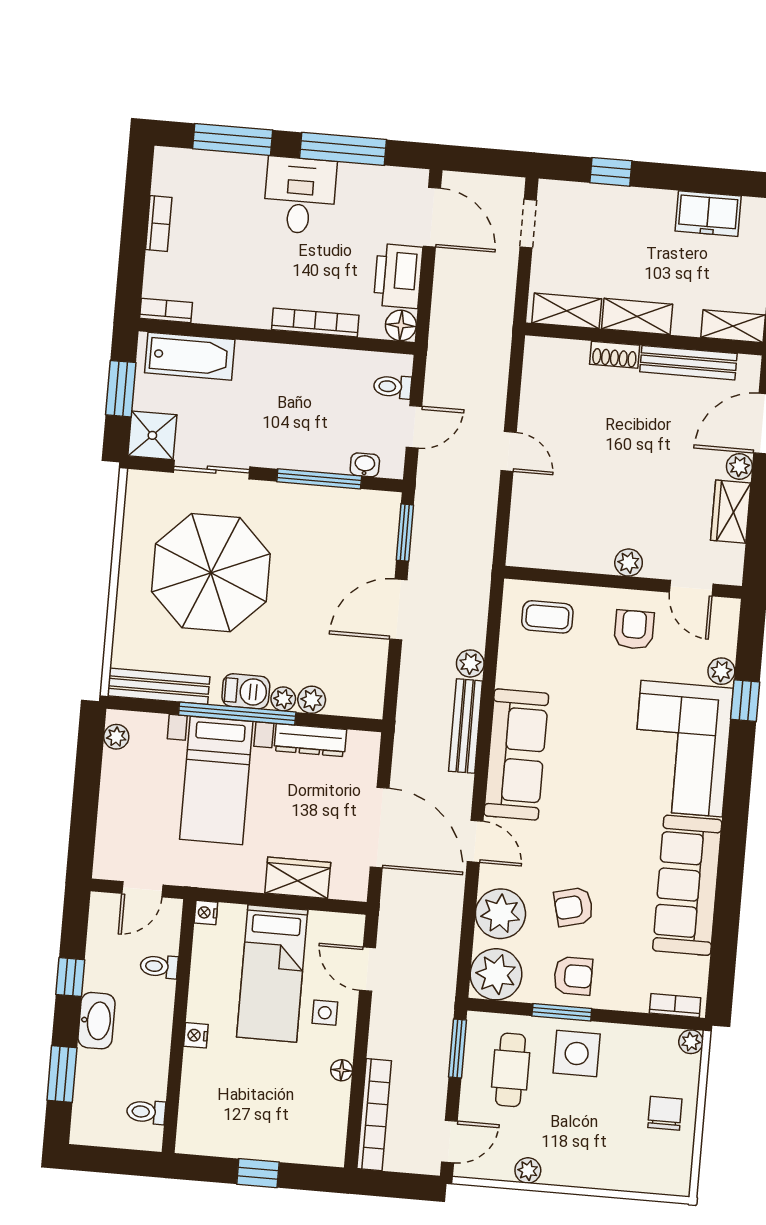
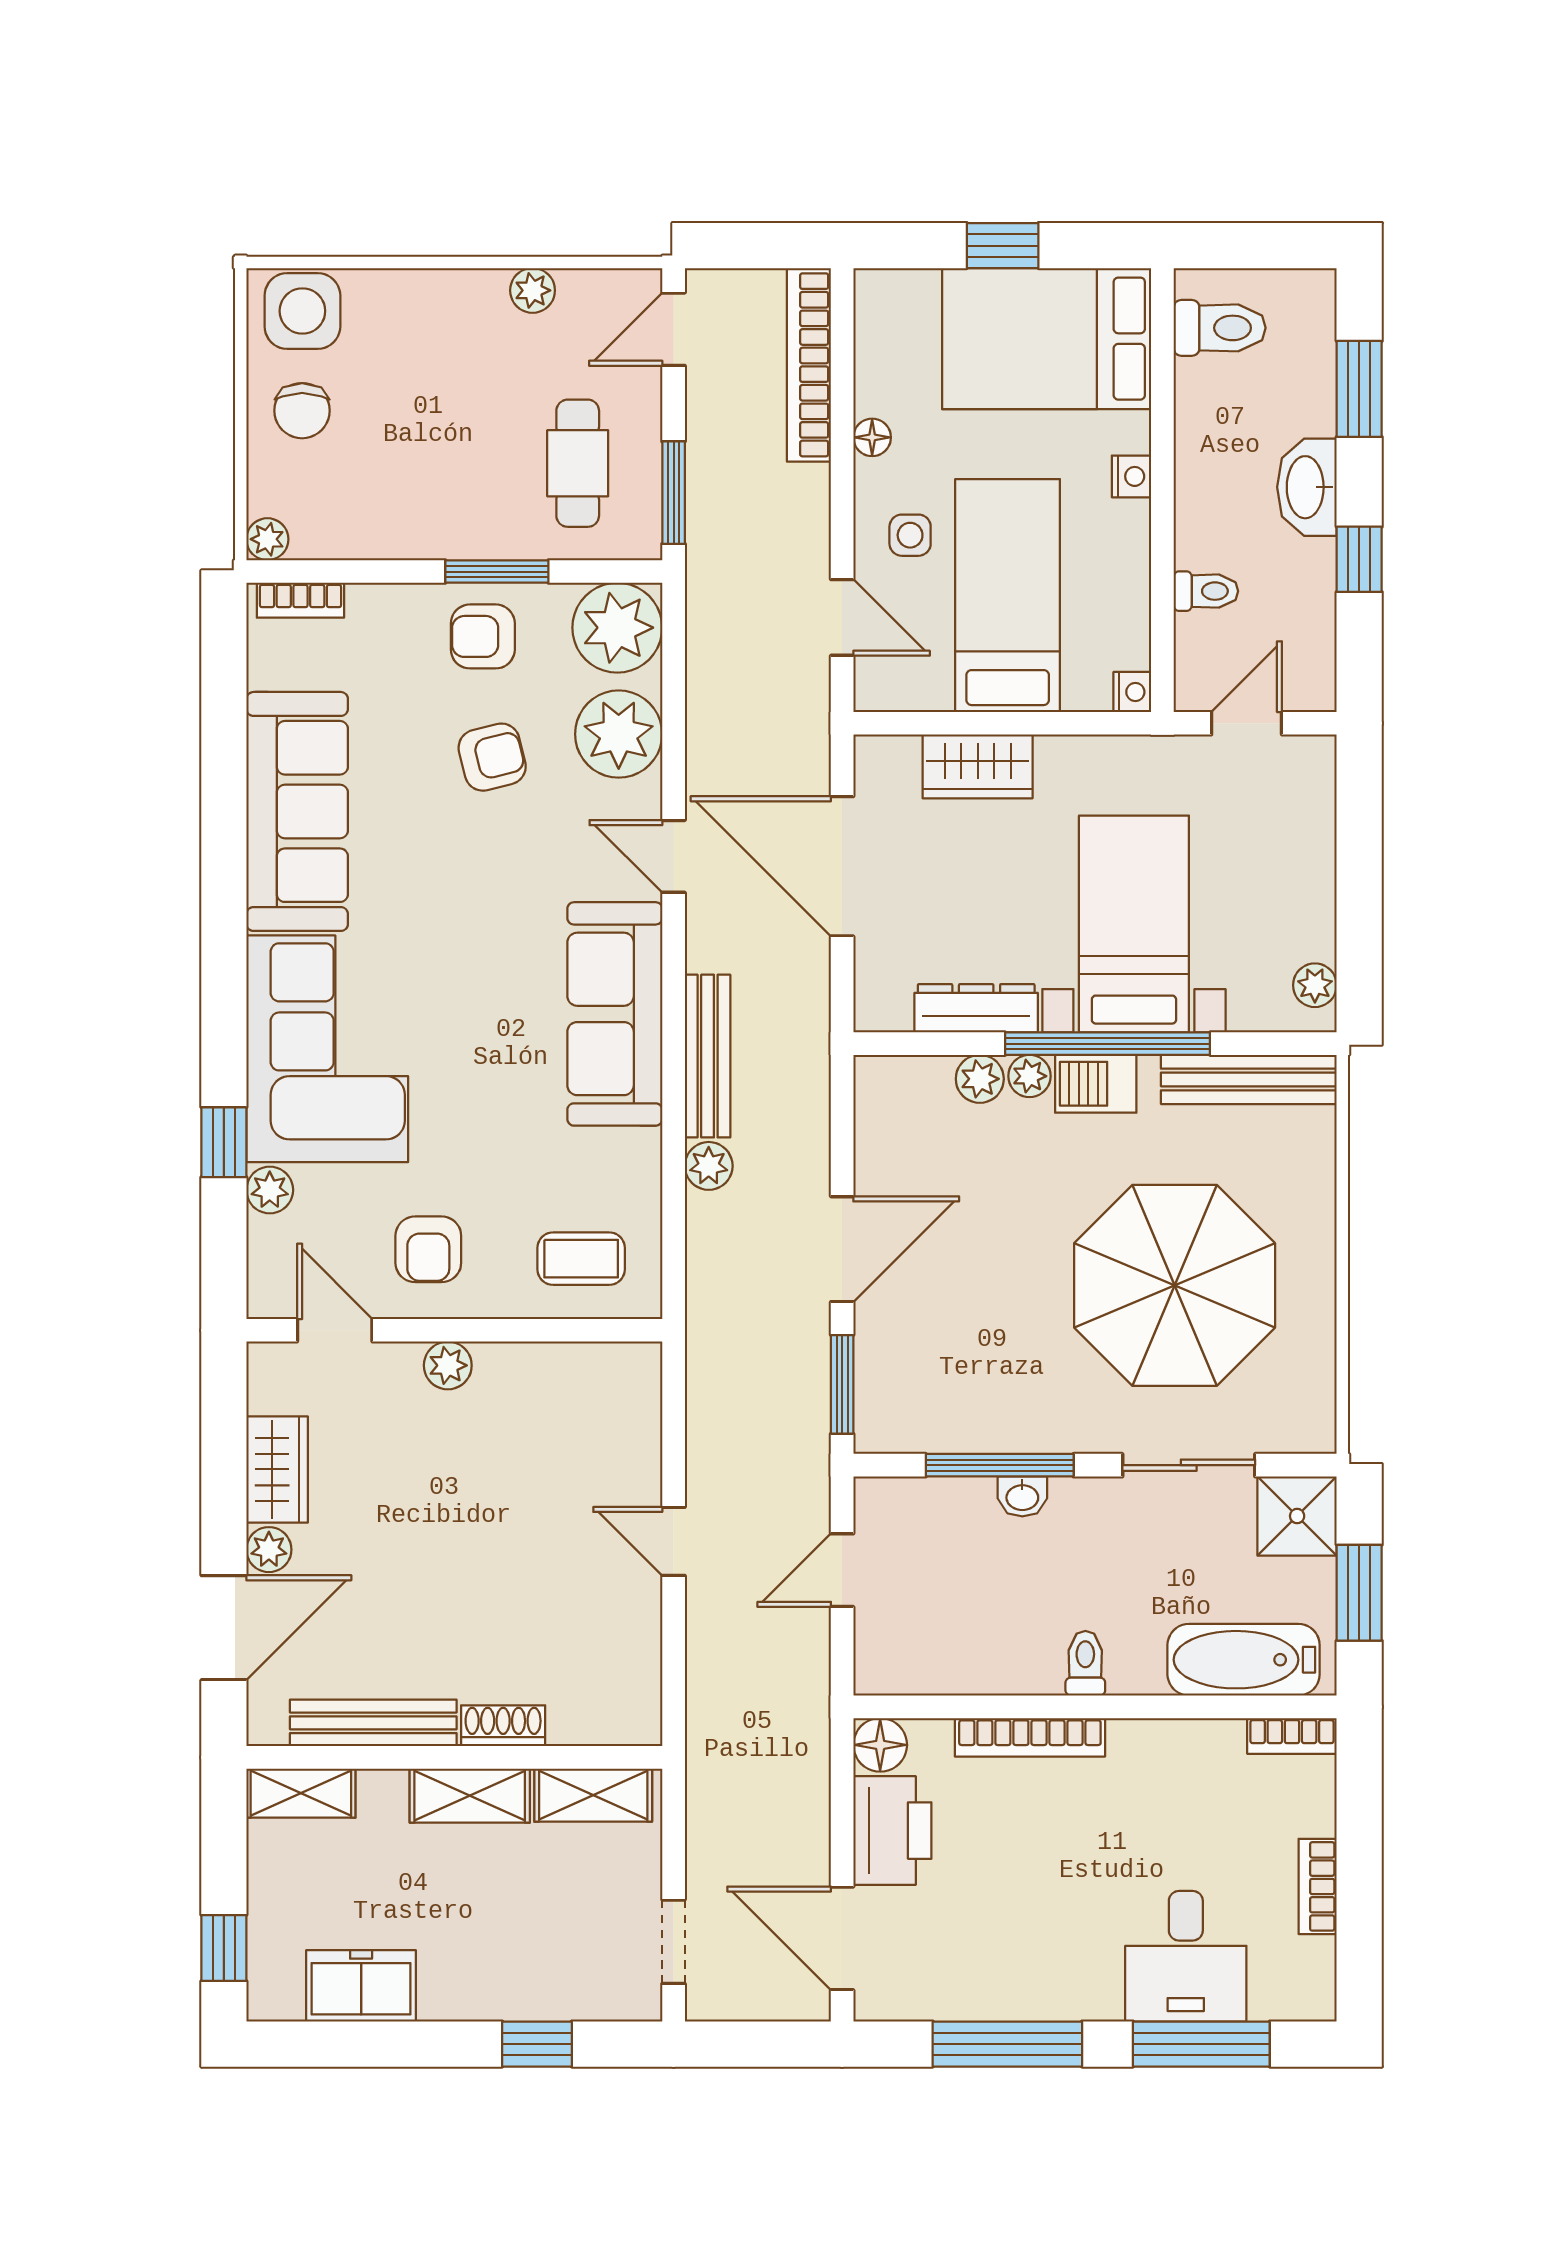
desk: (300, 196) -> (1186, 1956), moved
toilet: (392, 387) -> (1085, 1663), moved, turned -90
washbasin: (365, 465) -> (1022, 1496), moved
side table: (577, 1053) -> (302, 311), moved
toilet: (146, 1112) -> (1220, 328), width x1.37, depth x1.39
bed: (237, 1118) -> (1047, 339), added

